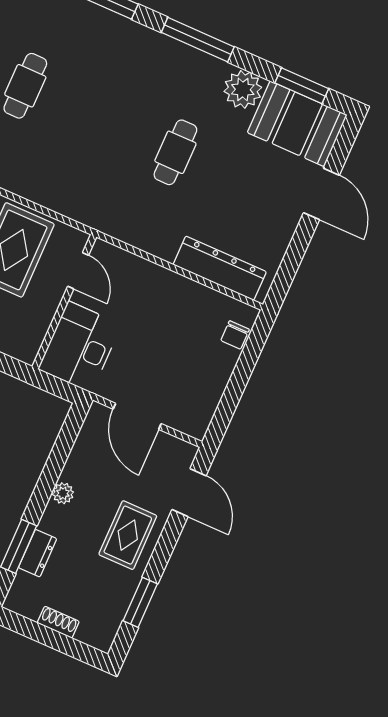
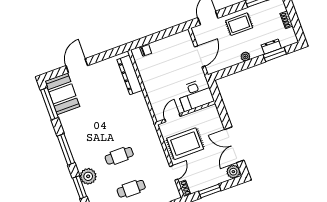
window: (302, 86) -> (49, 104), width x1.44
plant: (243, 89) -> (88, 176), moved
cafe table: (175, 152) -> (119, 156), moved

